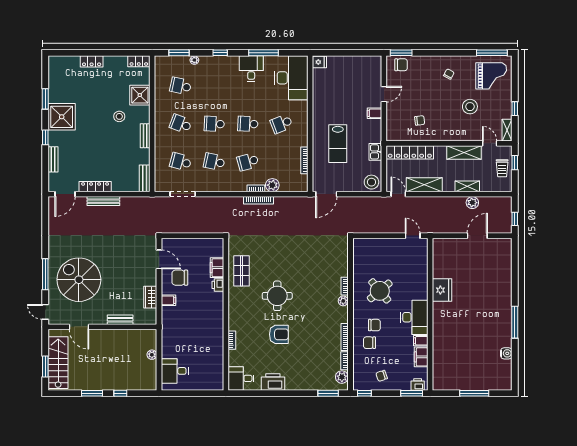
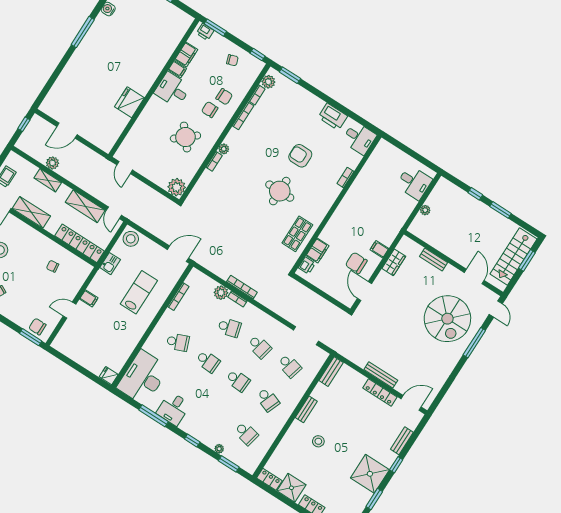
shower: (140, 95) -> (291, 488), moved
plant: (361, 246) -> (177, 187), added
chair: (180, 278) -> (356, 263), turned 180
printer: (218, 285) -> (307, 265), moved
desk: (414, 317) -> (172, 90), width x0.73

